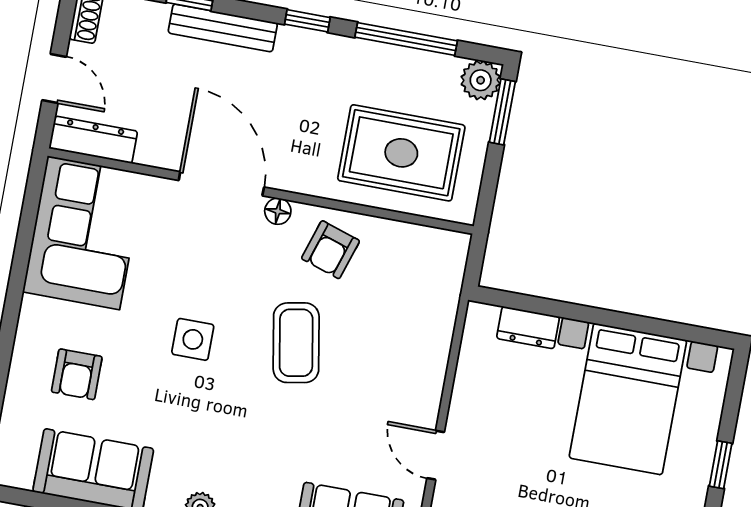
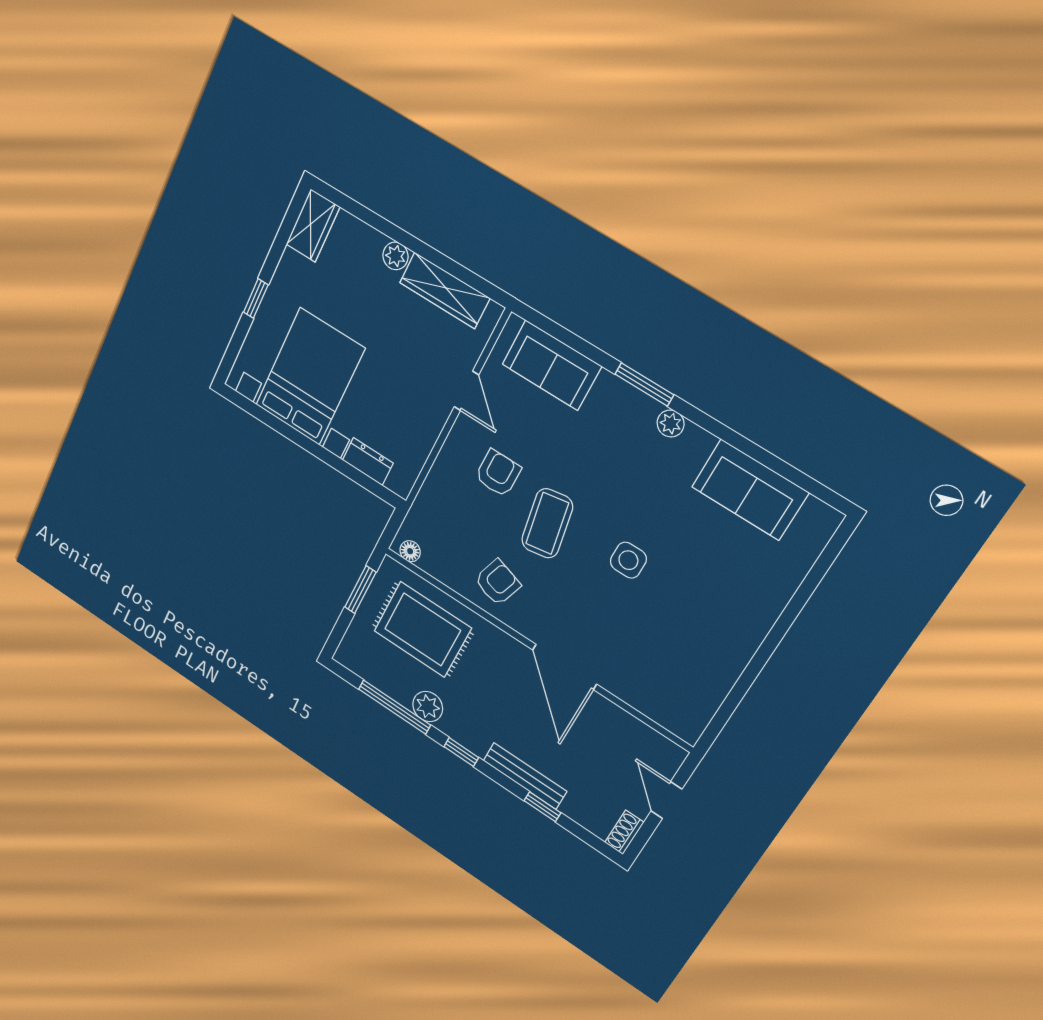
plant: (481, 80) -> (428, 707), moved
window: (502, 112) -> (360, 590), moved
dresser: (93, 140) -> (653, 743), removed
floor lamp: (278, 211) -> (410, 551), moved
corner sofa: (84, 233) -> (686, 678), removed
armchair: (77, 374) -> (498, 473), moved

